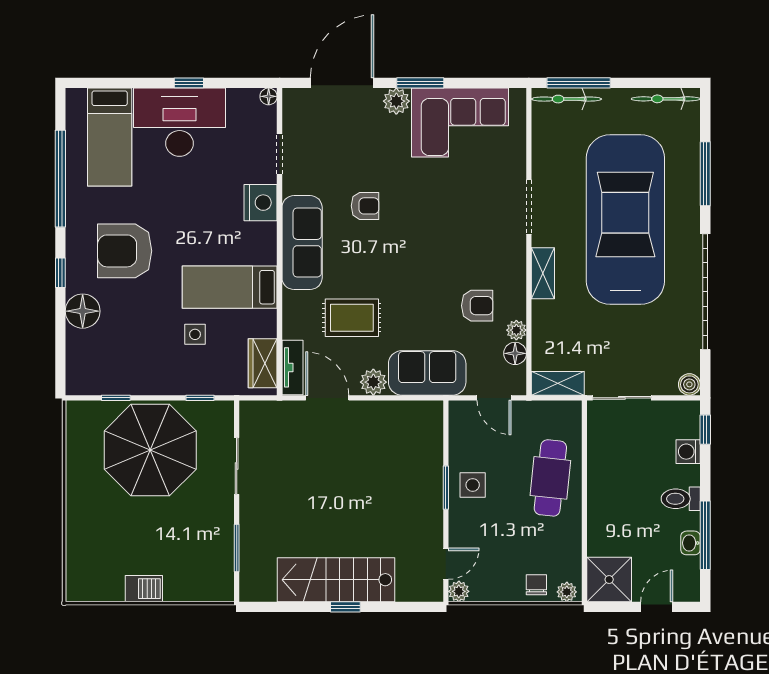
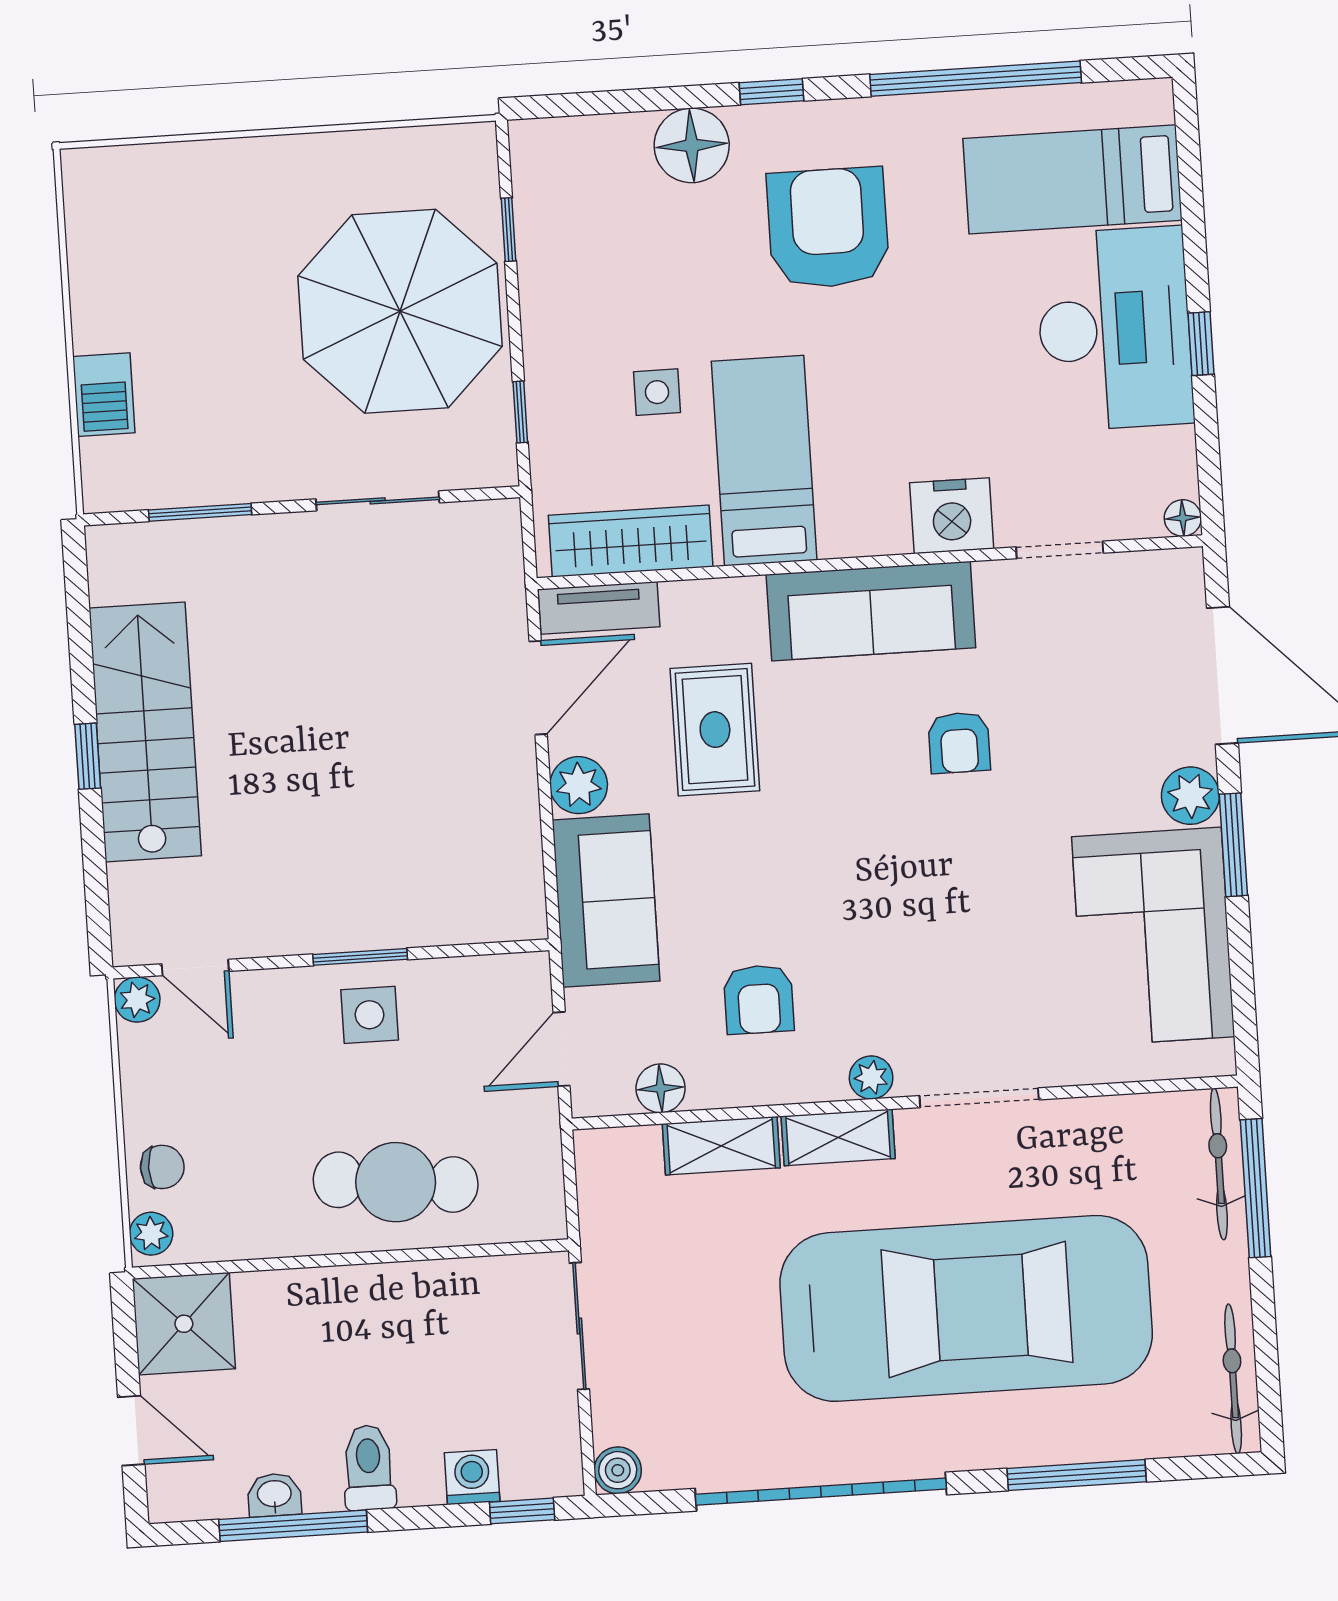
plant: (516, 330) -> (871, 1078), moved
wardrobe: (263, 363) -> (631, 541), width x1.50
shelving: (558, 383) -> (721, 1146), moved, turned 90
barbecue: (144, 589) -> (104, 395), moved

